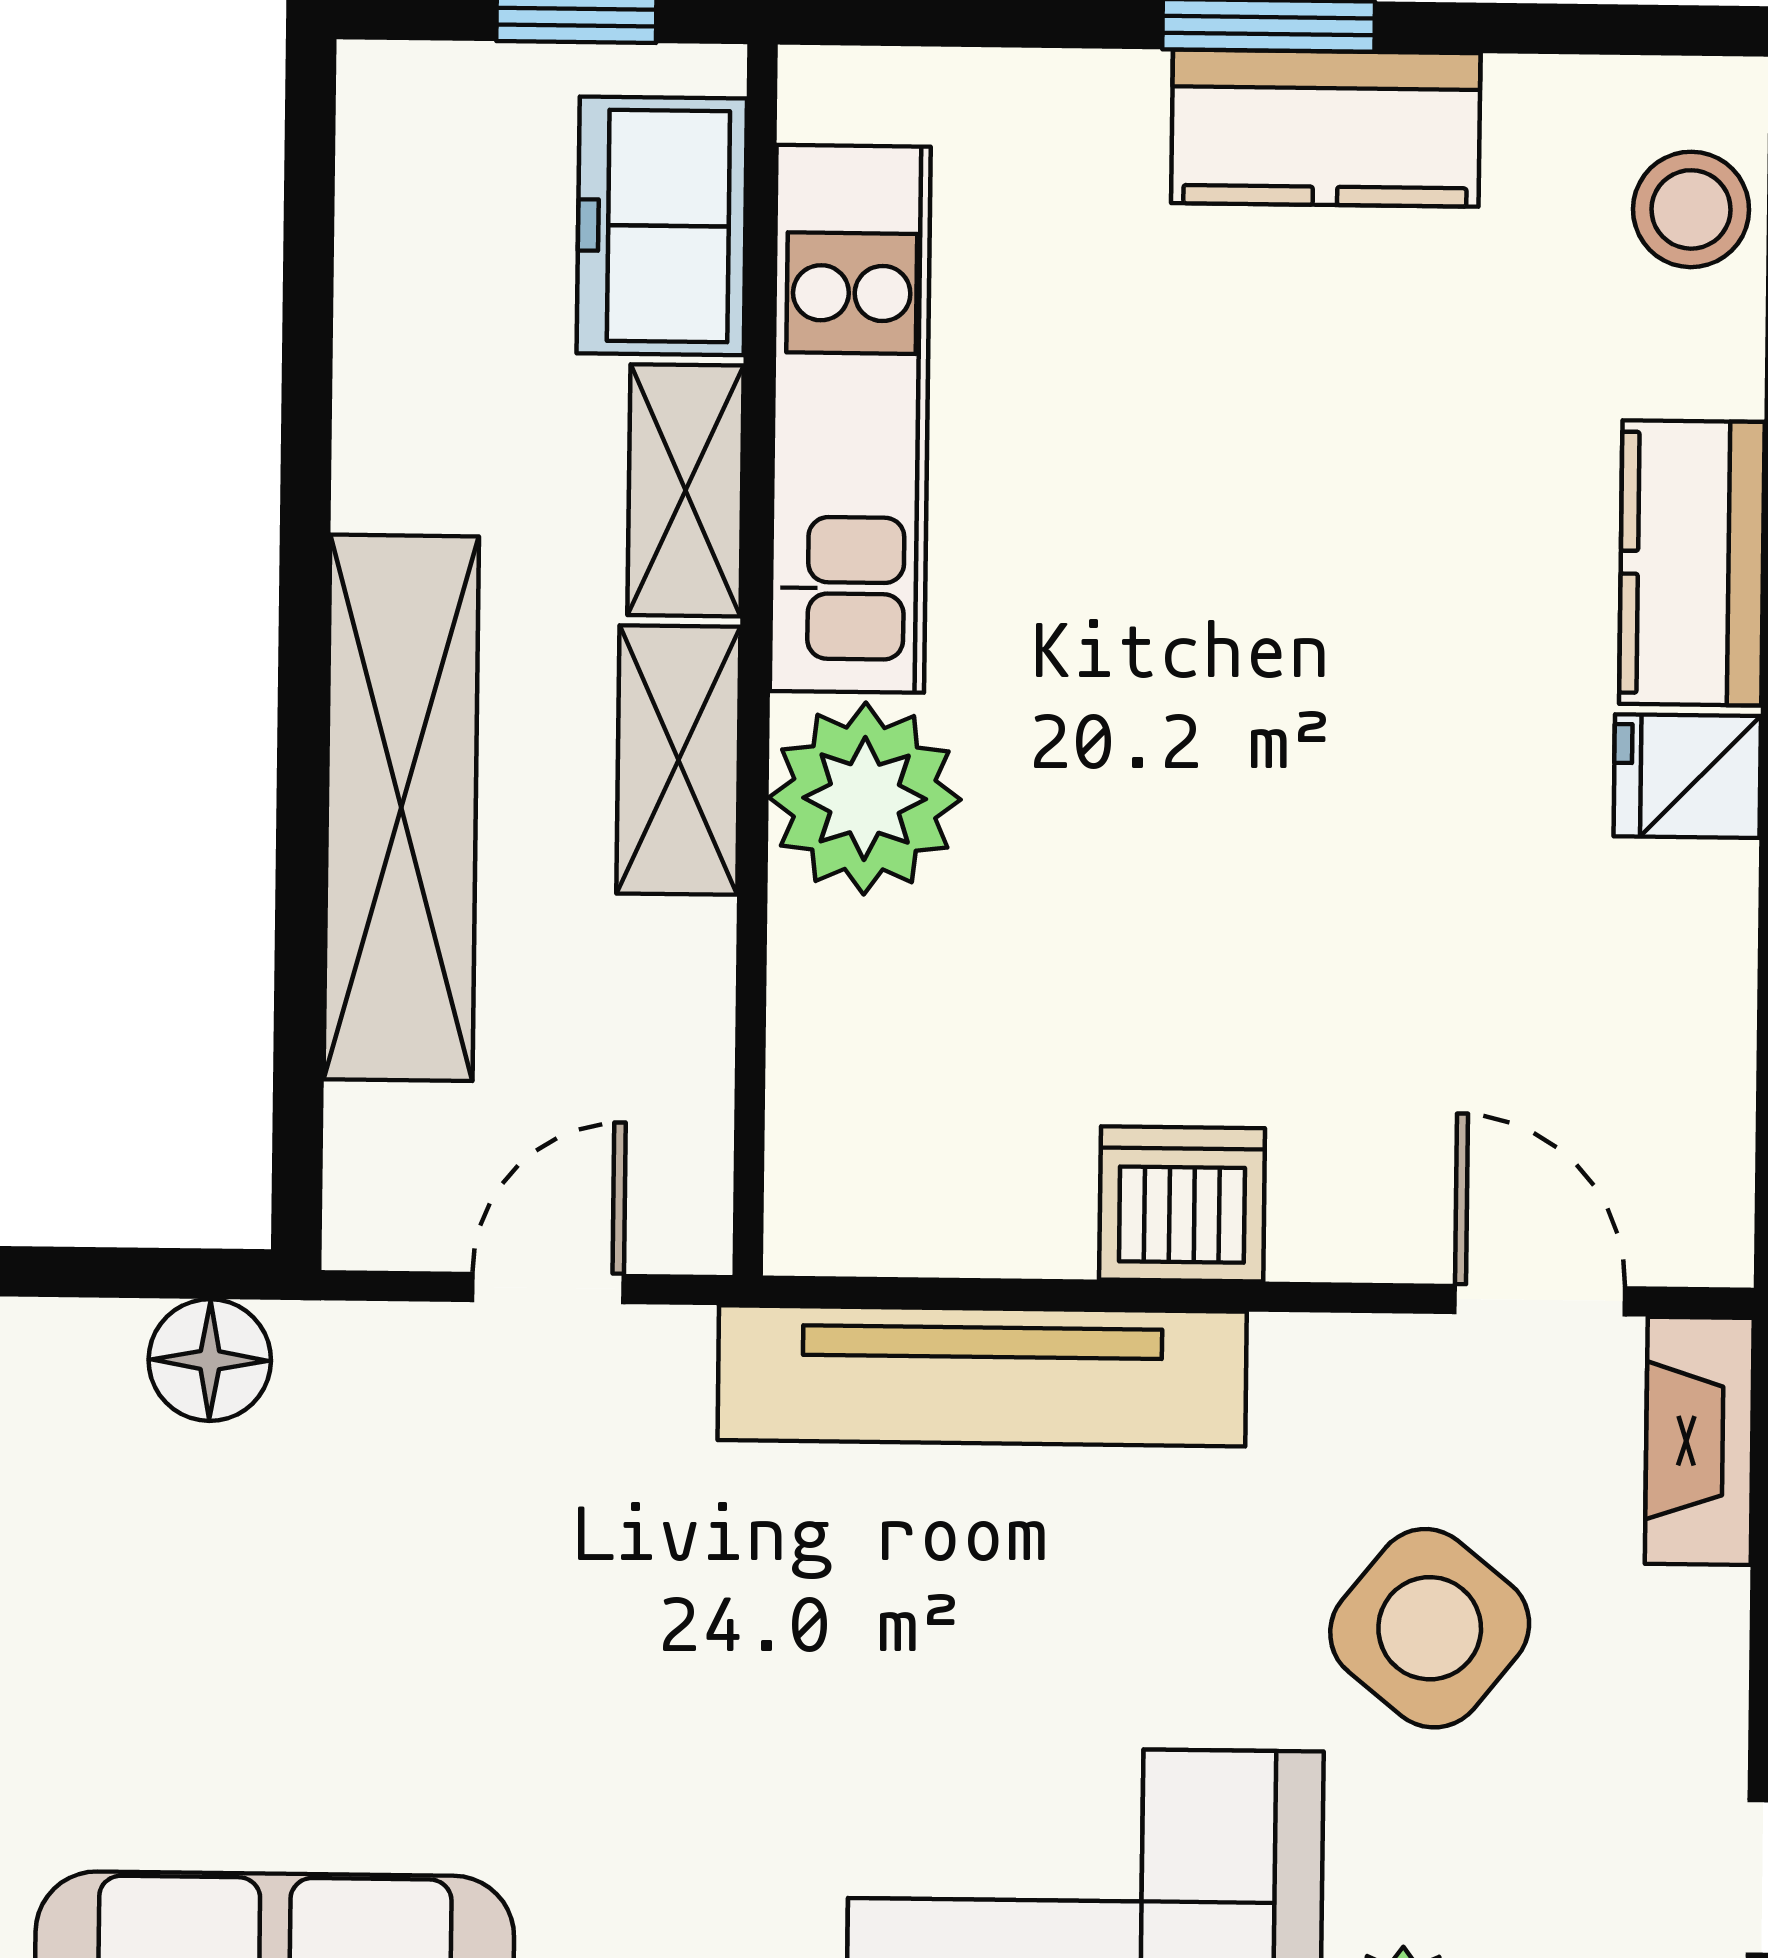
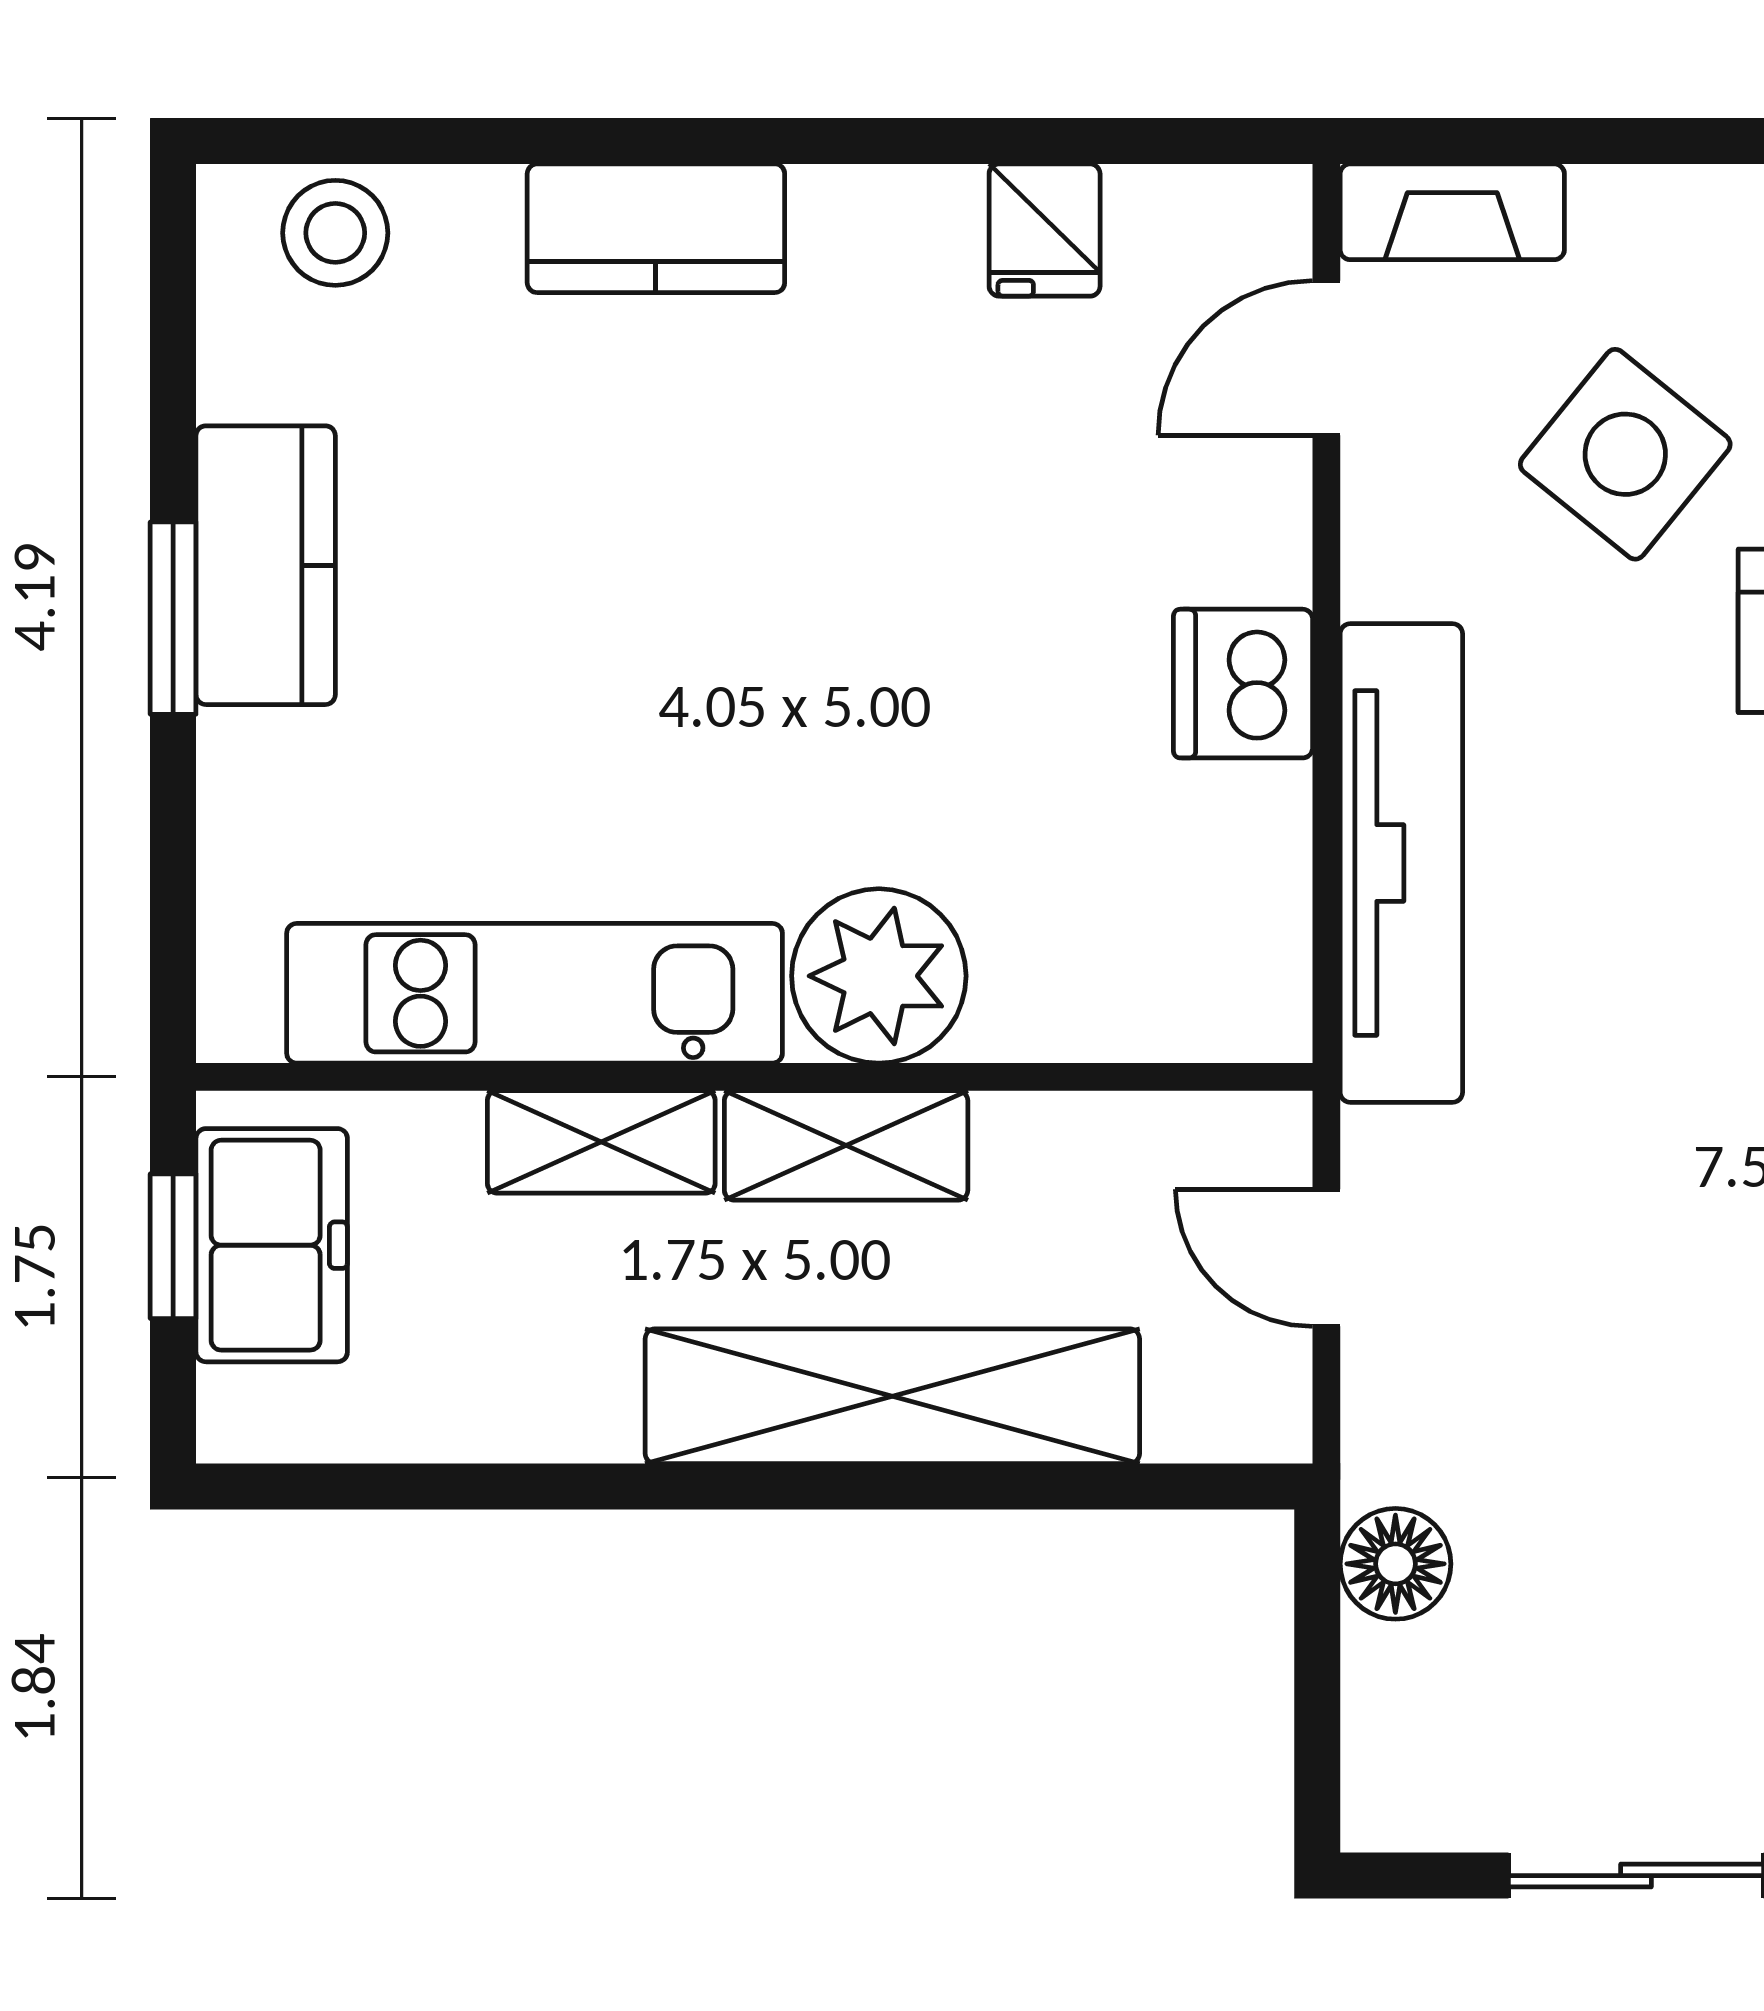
freezer: (662, 226) -> (272, 1245), moved, turned -90
fridge: (1687, 776) -> (1045, 230), moved

